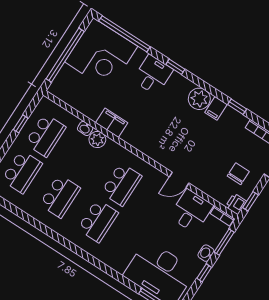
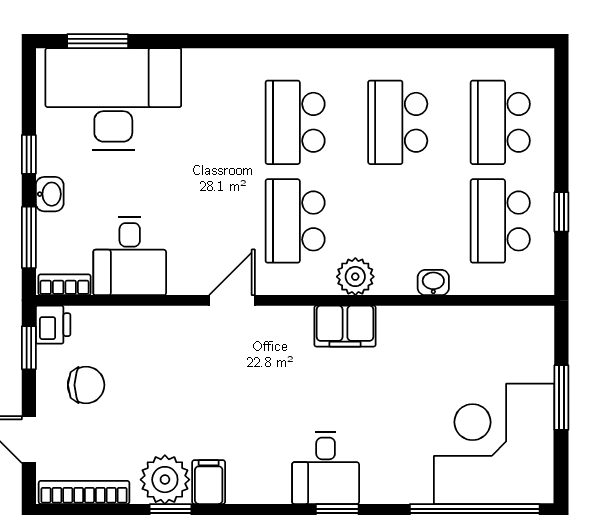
window: (65, 55) -> (561, 397), width x0.47
desk: (153, 75) -> (326, 468), moved
plant: (199, 99) -> (165, 480), moved
filing cabinet: (112, 123) -> (345, 326), moved
plant: (97, 140) -> (355, 277), moved
chair: (238, 174) -> (86, 385), turned -90
door: (179, 180) -> (232, 300), moved

